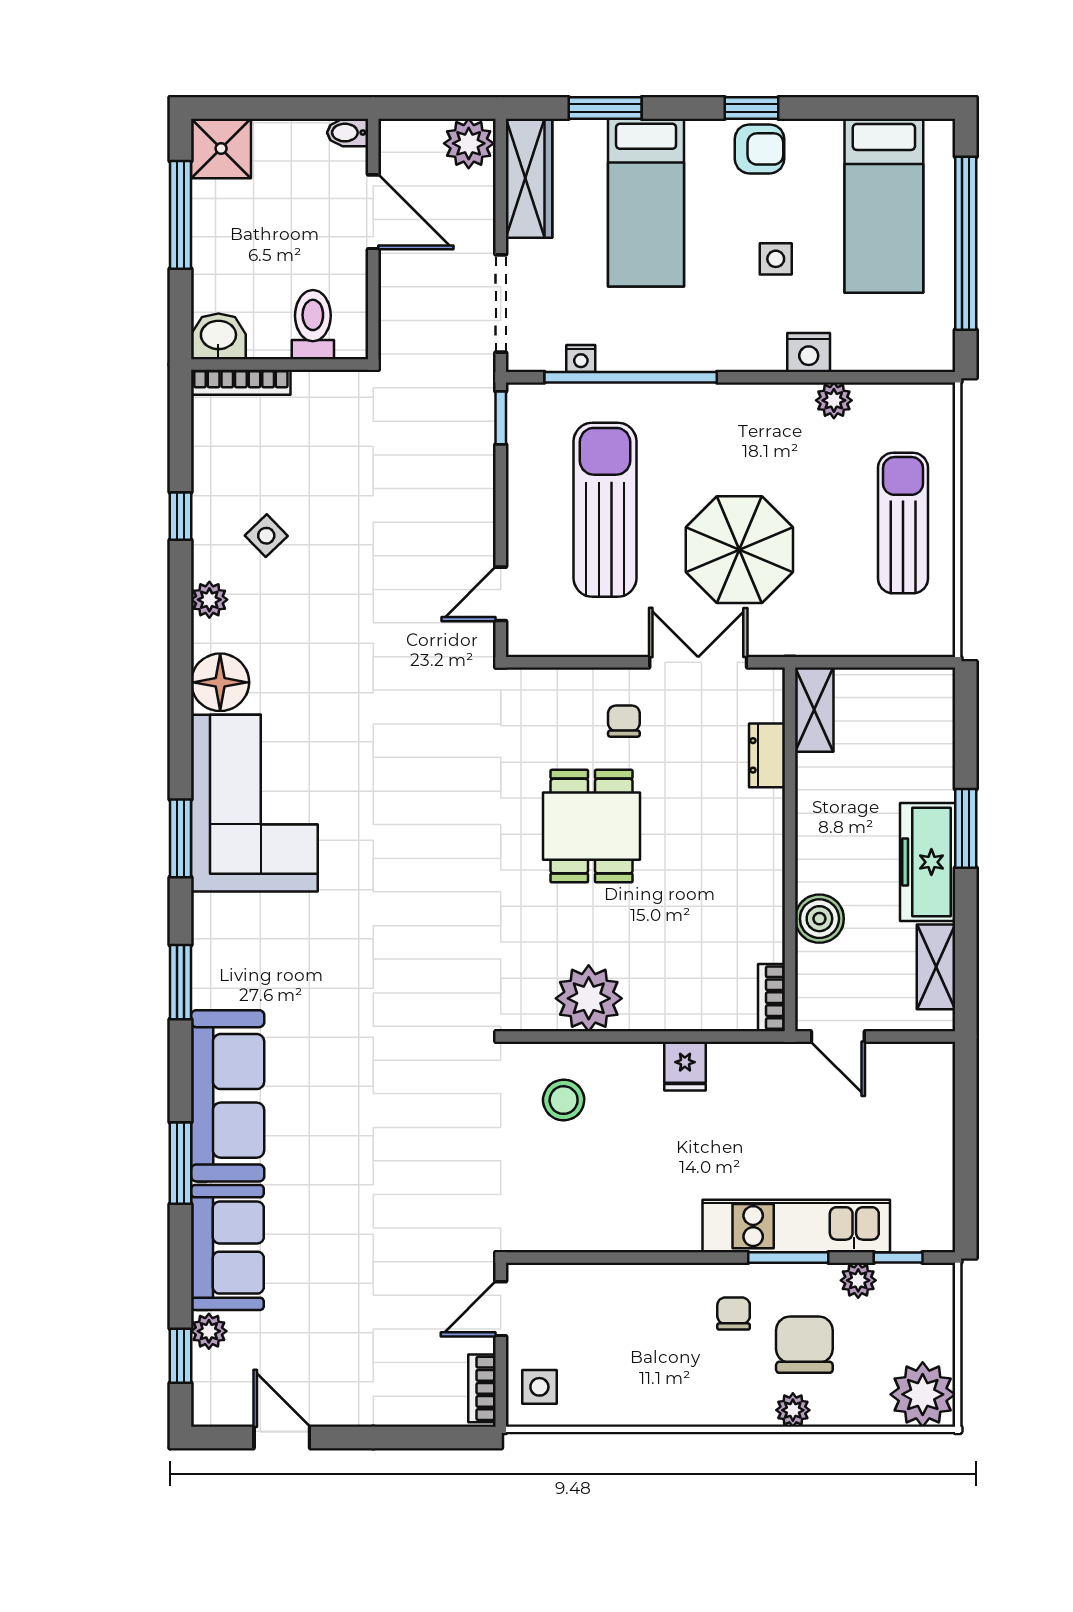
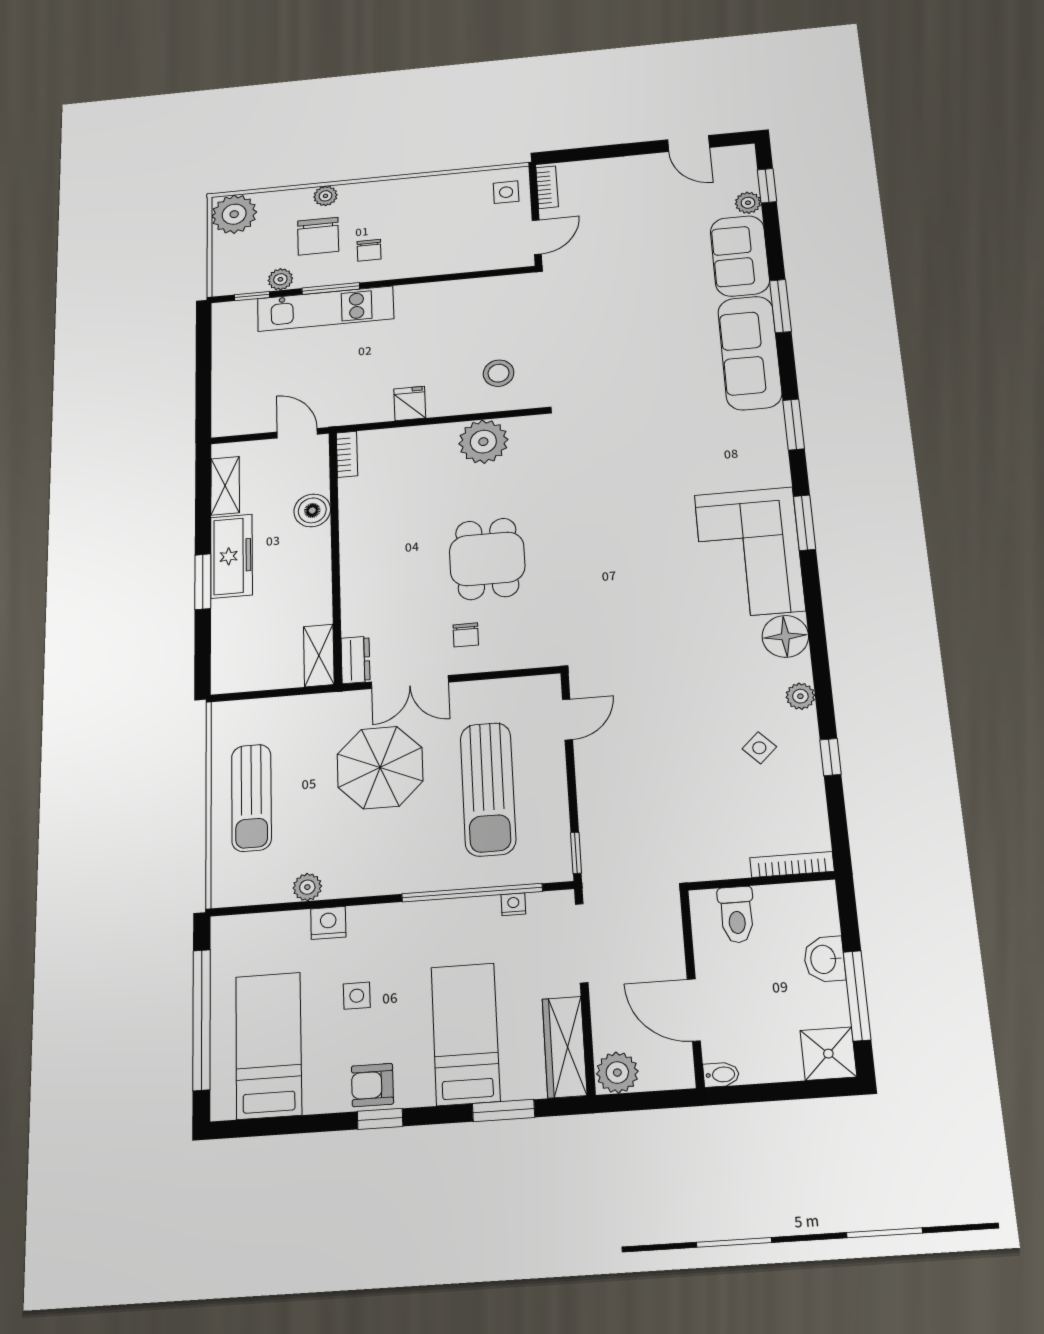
washbasin: (218, 336) -> (824, 959), moved, turned 90
dresser: (767, 755) -> (355, 660), moved

